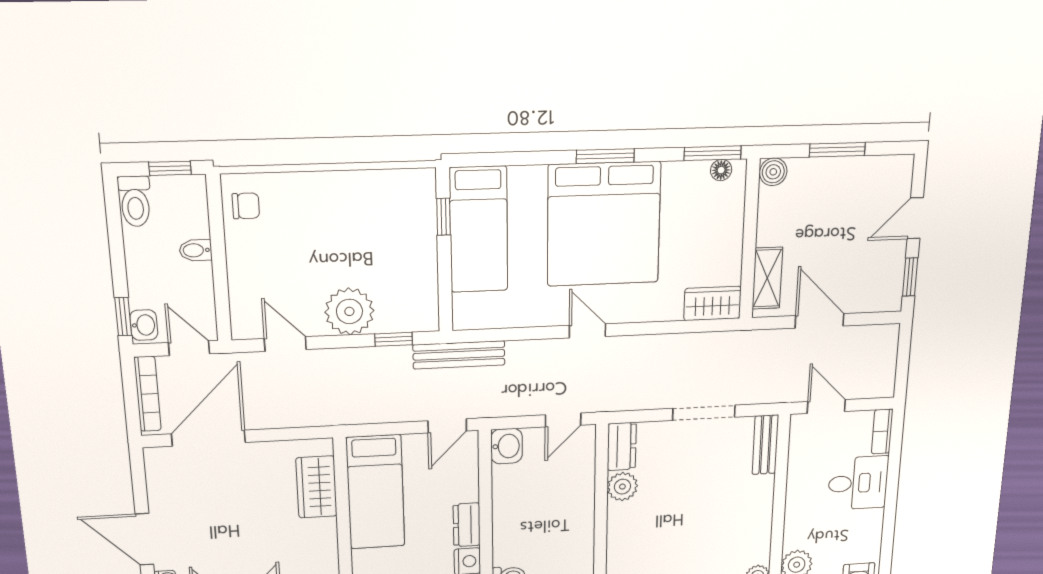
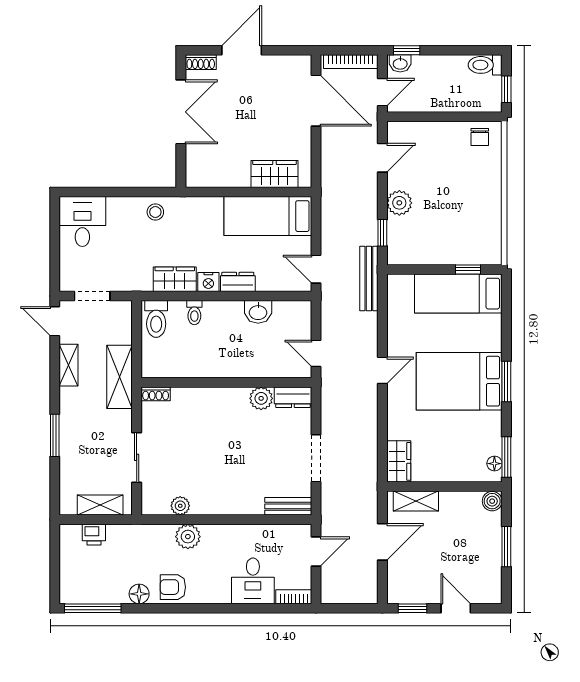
bed: (604, 224) -> (459, 381), width x0.73
bidet: (196, 250) -> (451, 102), removed
plant: (349, 311) -> (399, 203), width x0.73, depth x0.73
washbasin: (507, 446) -> (258, 312), moved

